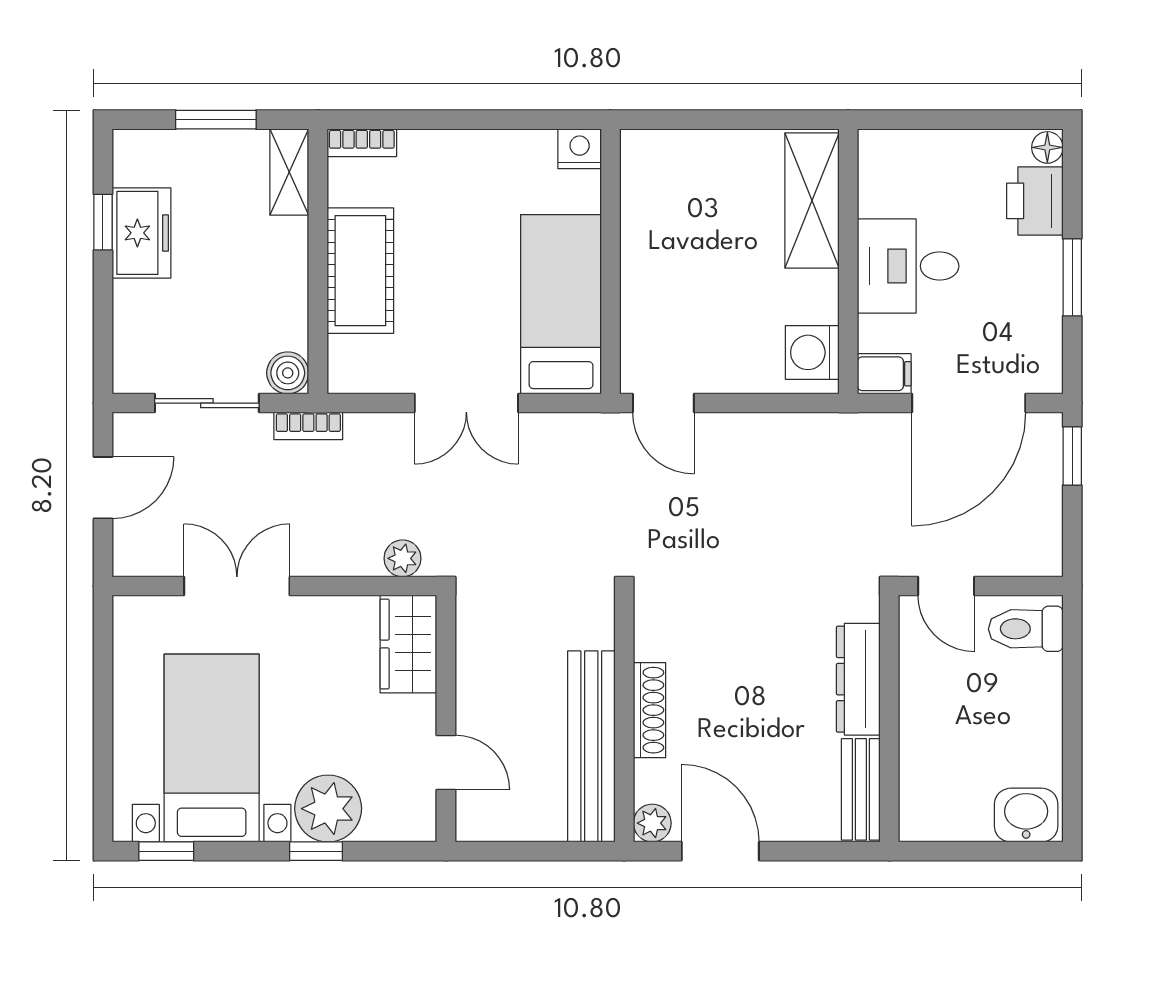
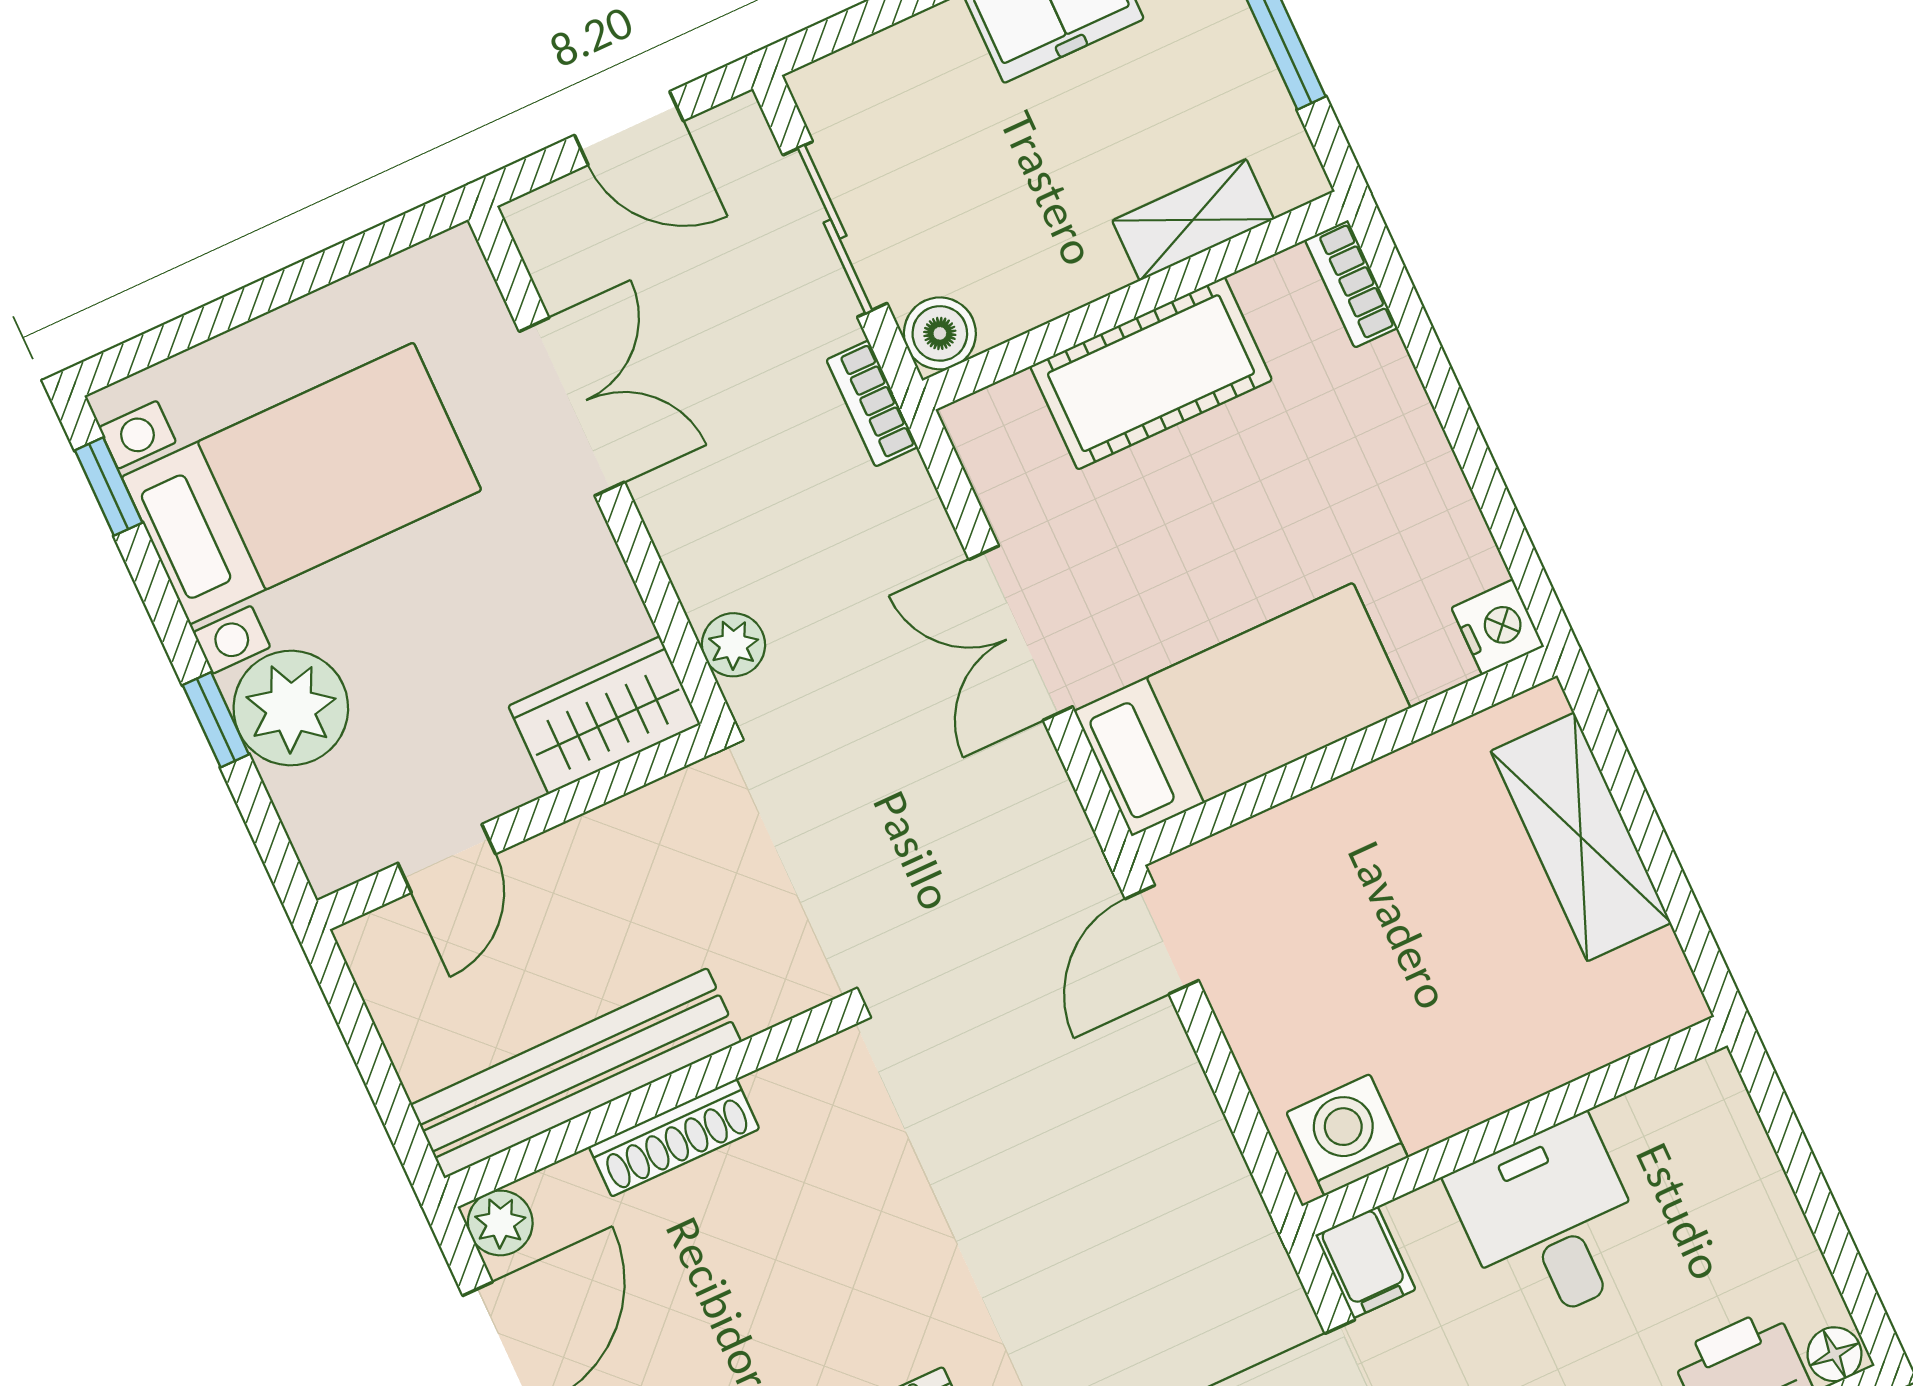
shelving: (289, 172) -> (1193, 220), moved
shelving: (812, 201) -> (1581, 837), moved, turned 90

